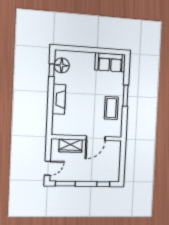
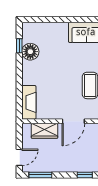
floor lamp: (62, 65) -> (30, 52), moved
fireplace: (59, 99) -> (29, 102), moved

